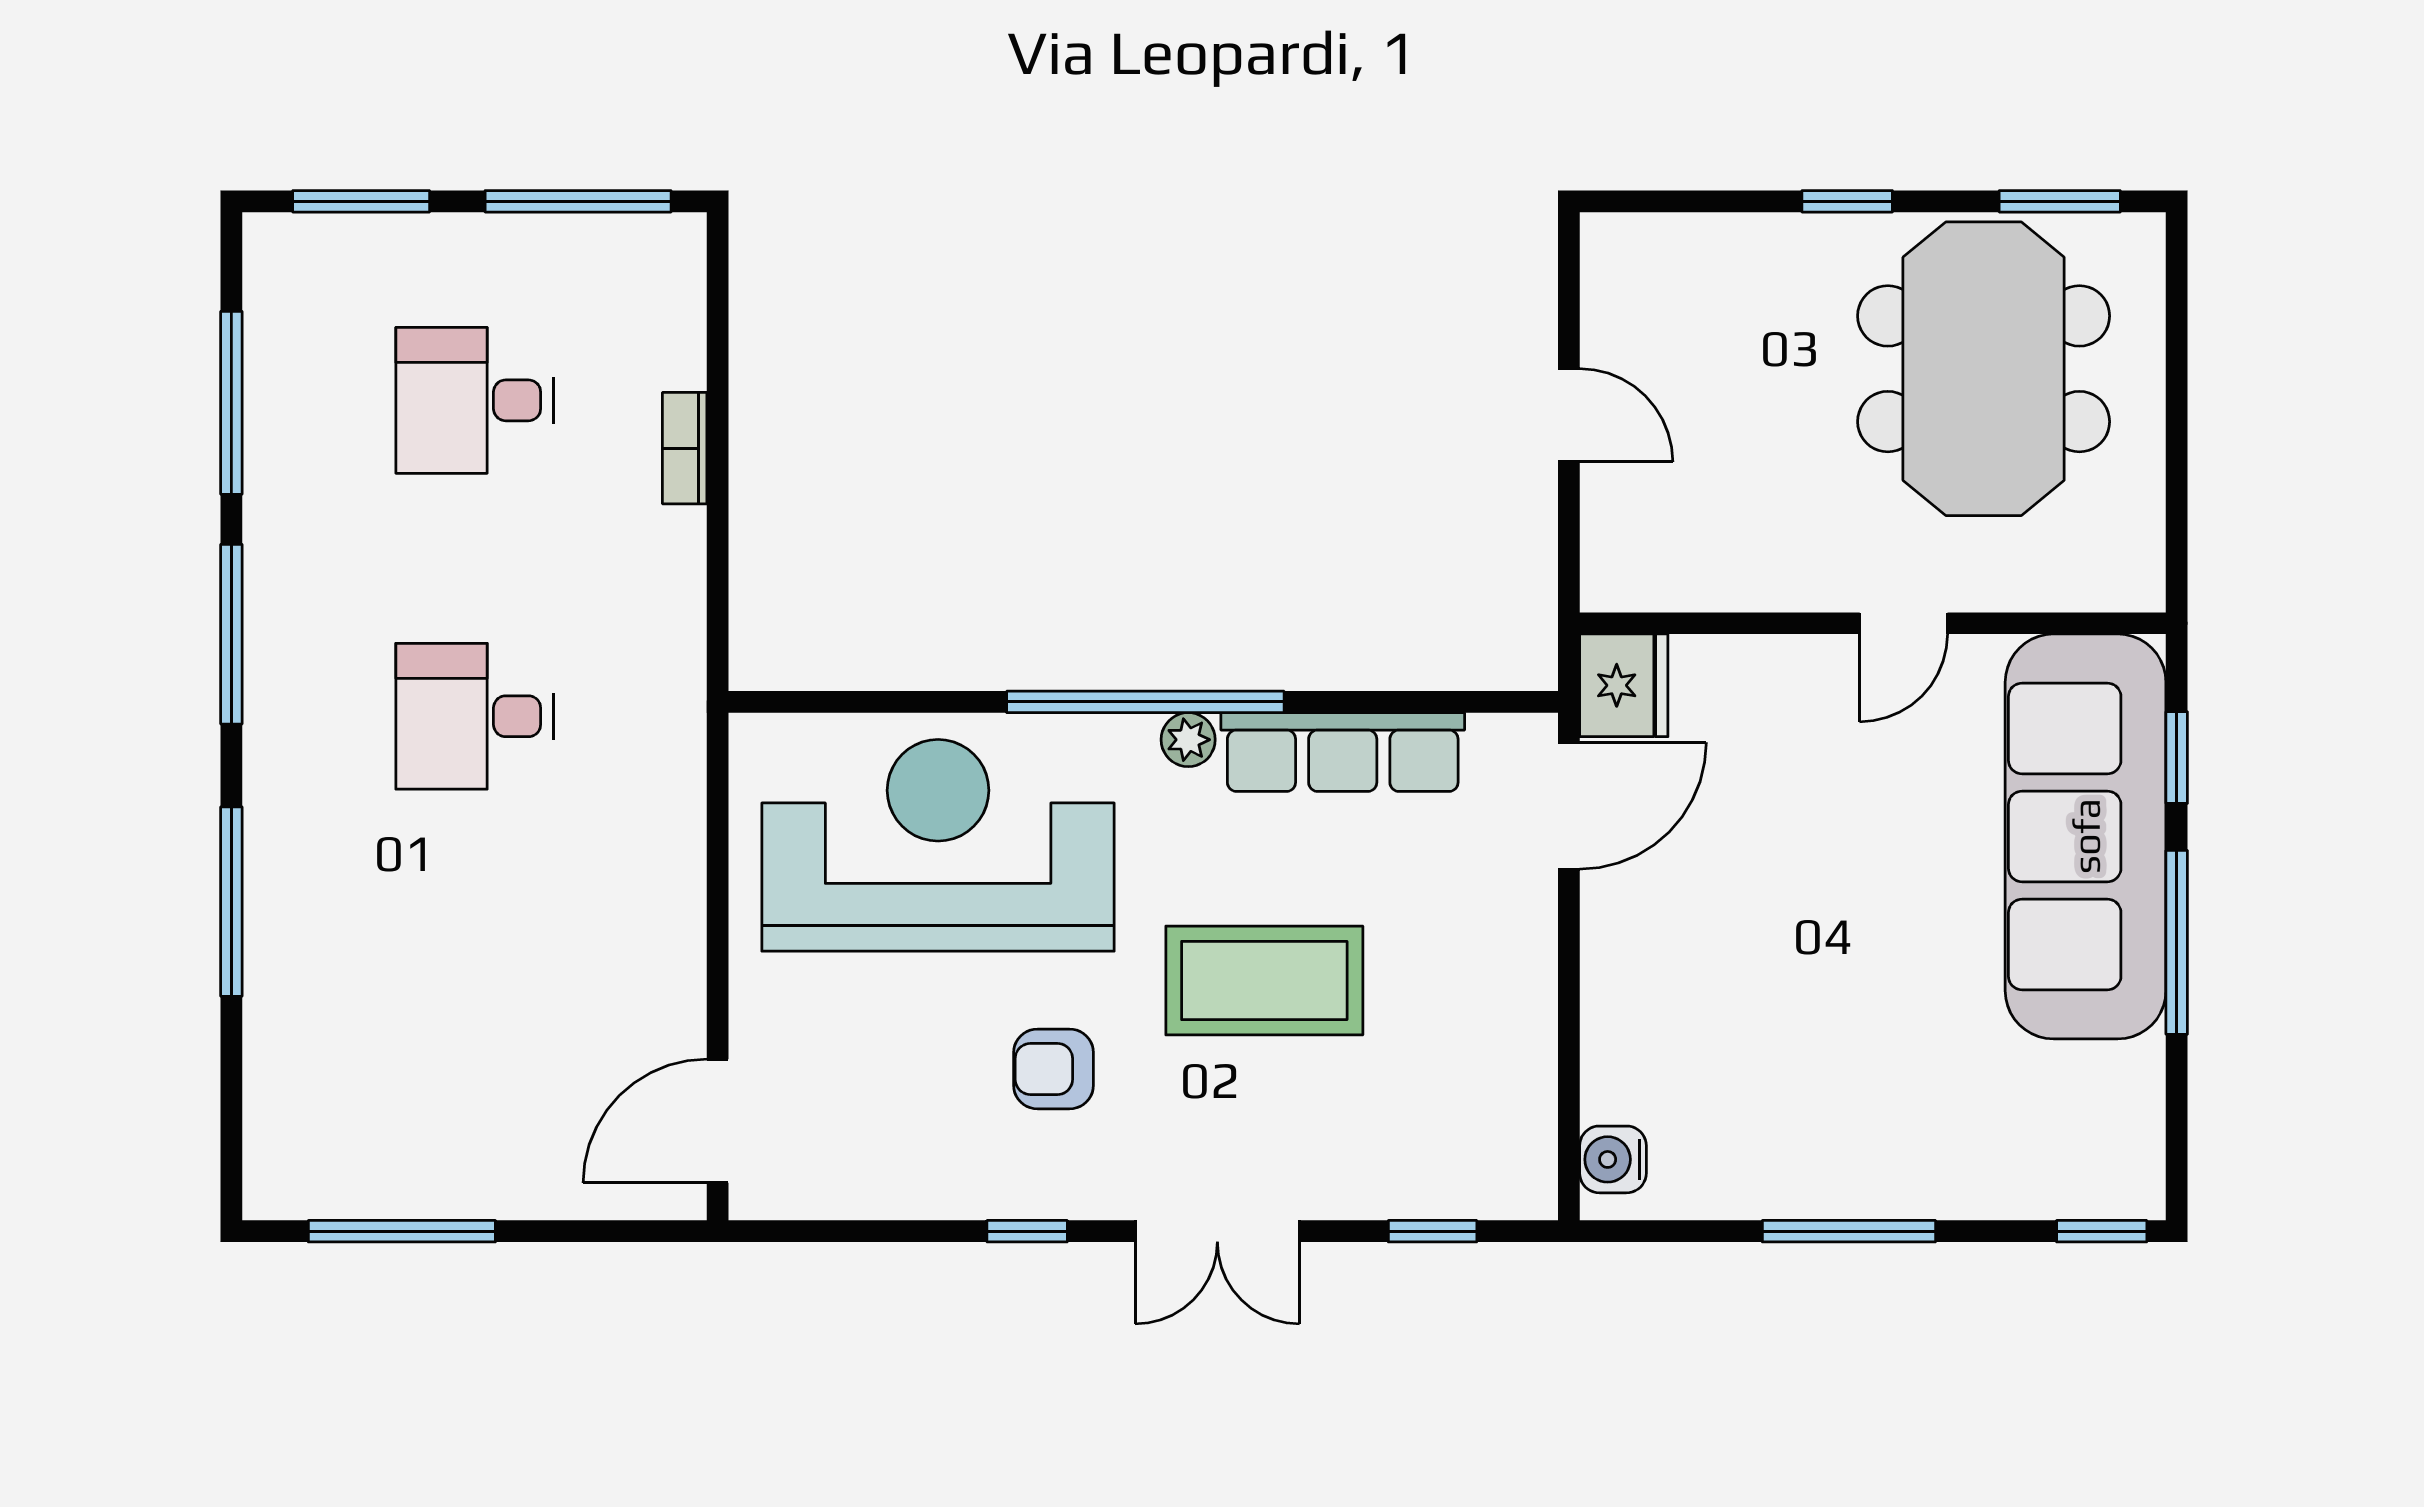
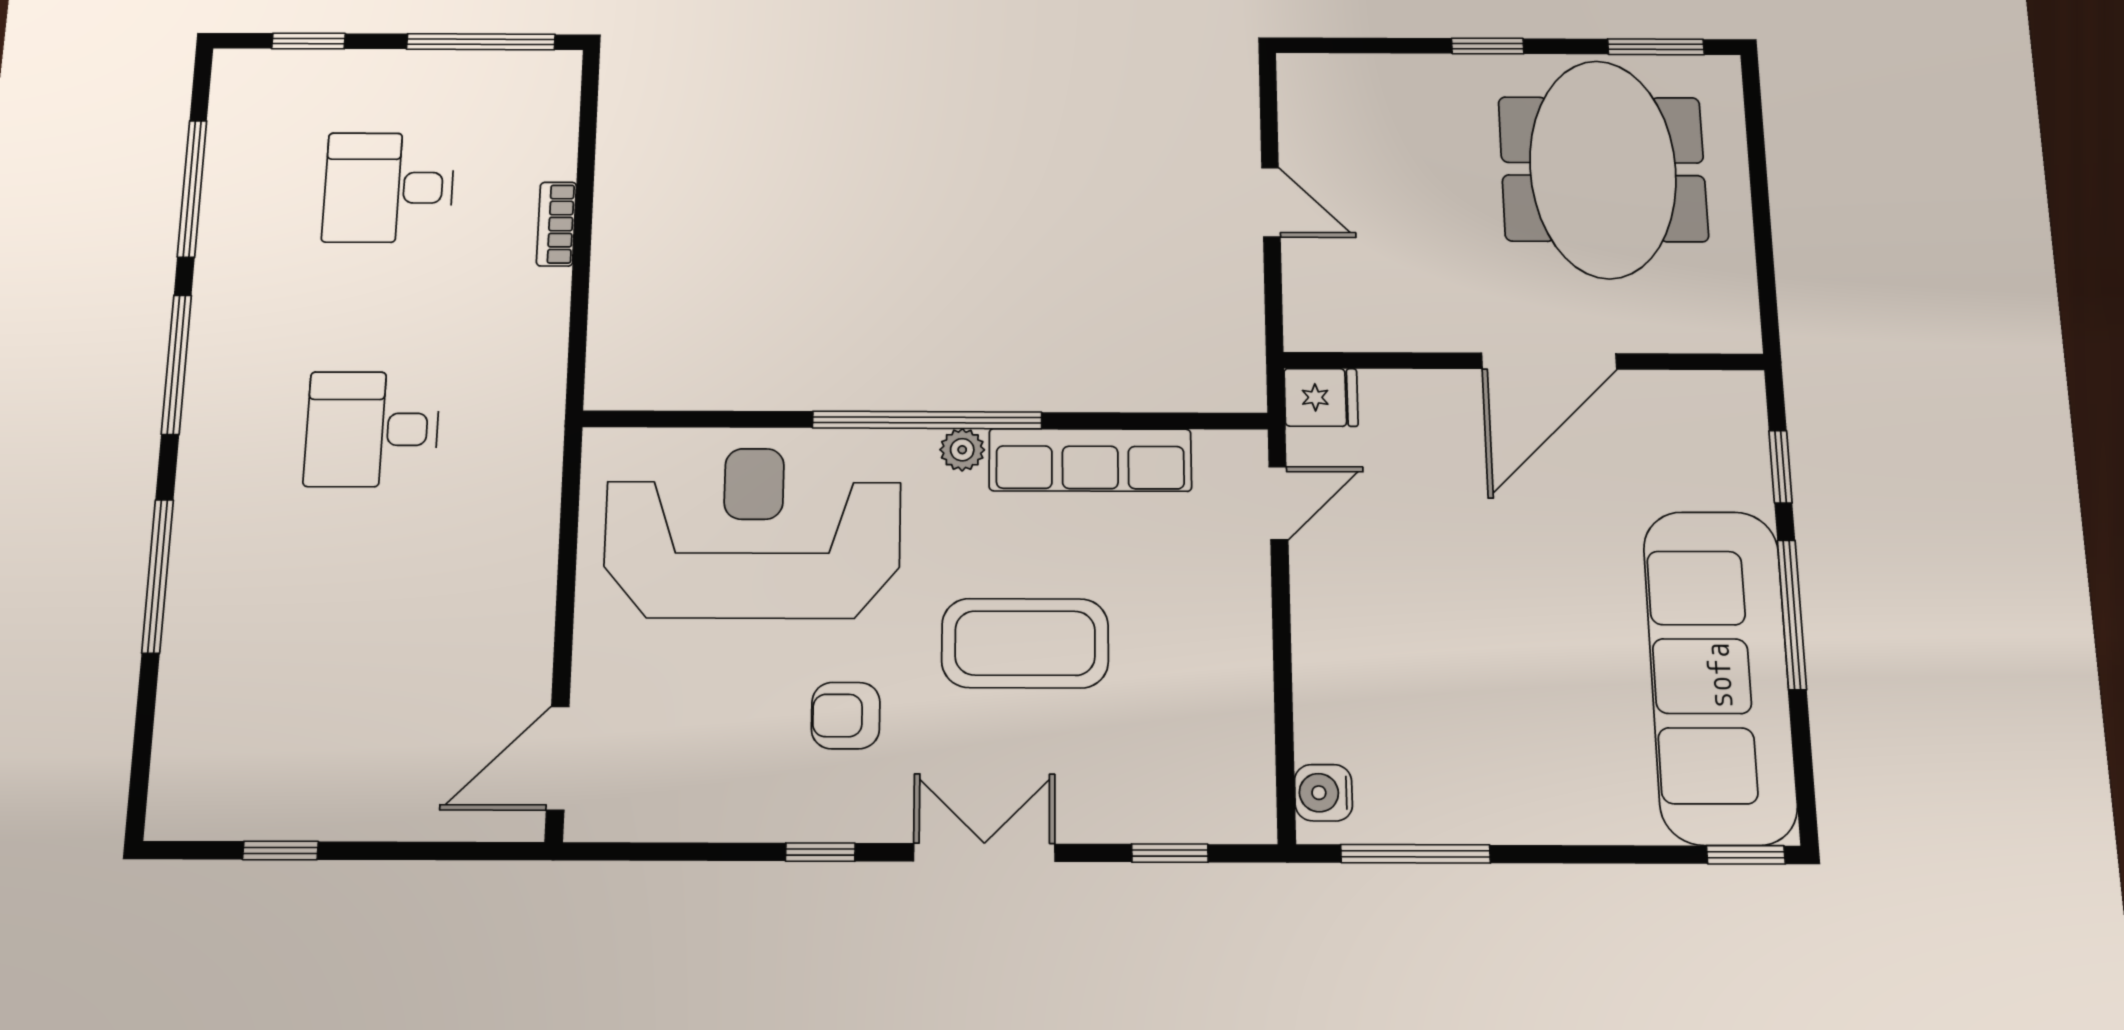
window: (361, 201) -> (308, 41), width x0.67
door: (1904, 623) -> (1549, 361), width x1.88
fridge: (1624, 685) -> (1321, 397), width x0.72
door: (1569, 806) -> (1278, 503), width x0.73
sofa: (2086, 836) -> (1720, 676), moved
window: (402, 1231) -> (280, 850), width x0.46
double door: (1217, 1231) -> (984, 853), swing flipped
window: (1849, 1231) -> (1415, 854), moved

